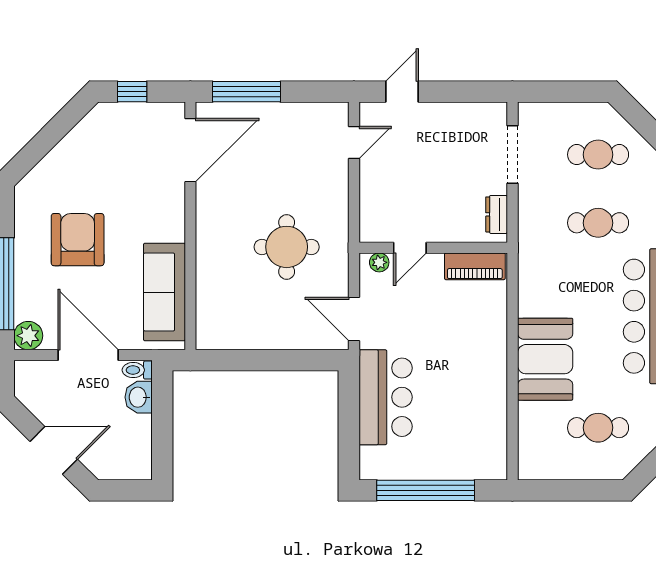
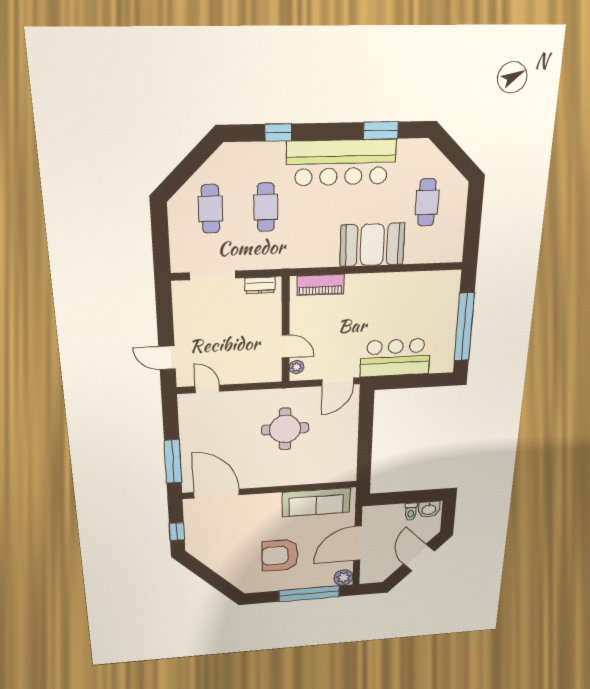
piano: (475, 266) -> (320, 285), moved, turned 90
toilet: (137, 370) -> (411, 511), moved
washbasin: (139, 397) -> (429, 509), moved

